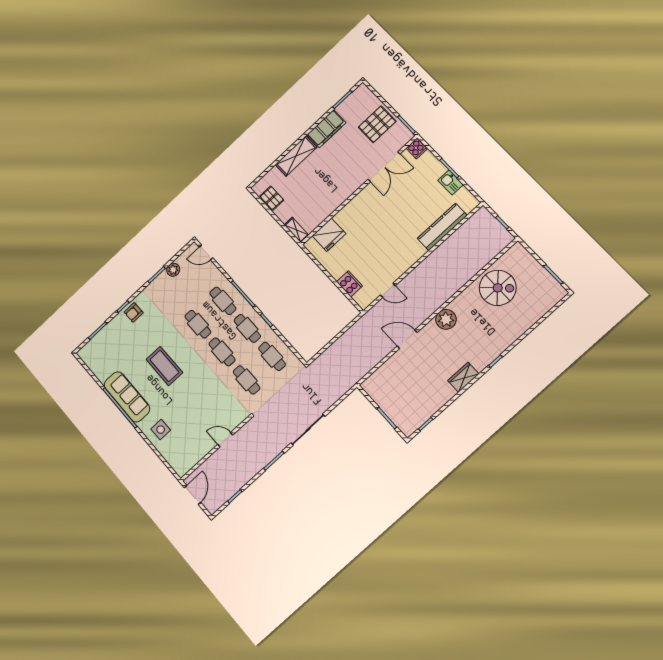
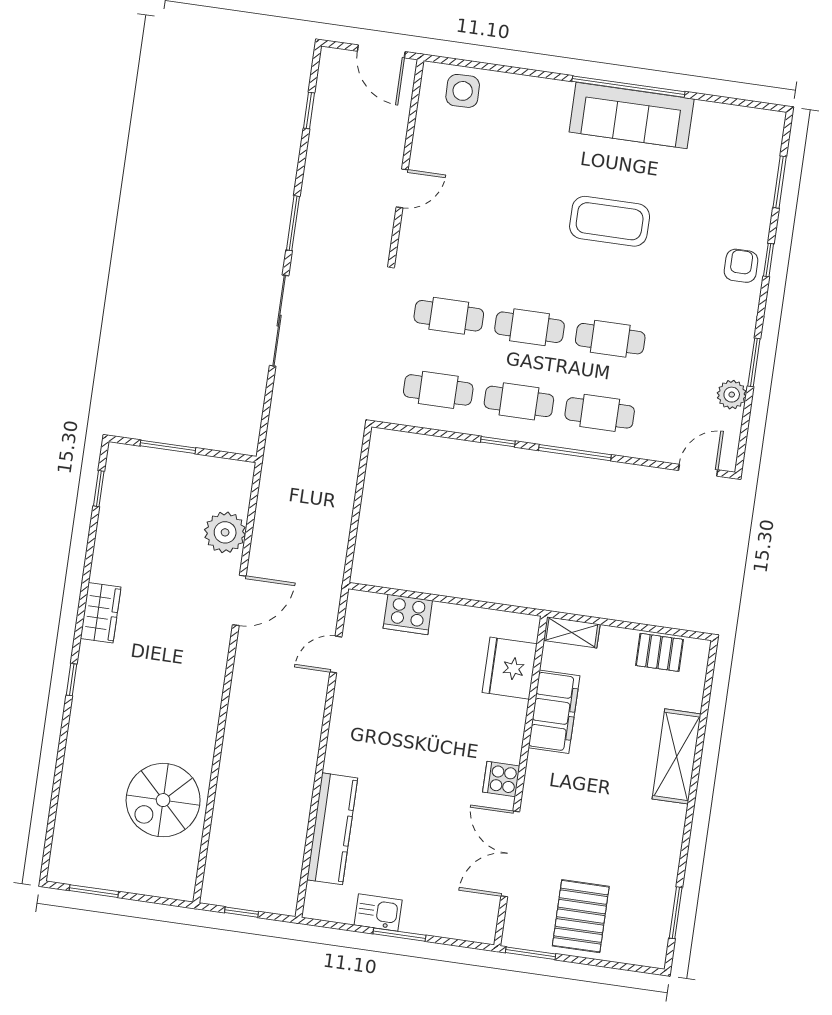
filing cabinet: (326, 129) -> (554, 712), moved, turned 180
cooker: (417, 149) -> (501, 779), moved
plant: (446, 319) -> (225, 532), moved
side table: (161, 430) -> (463, 91), moved

